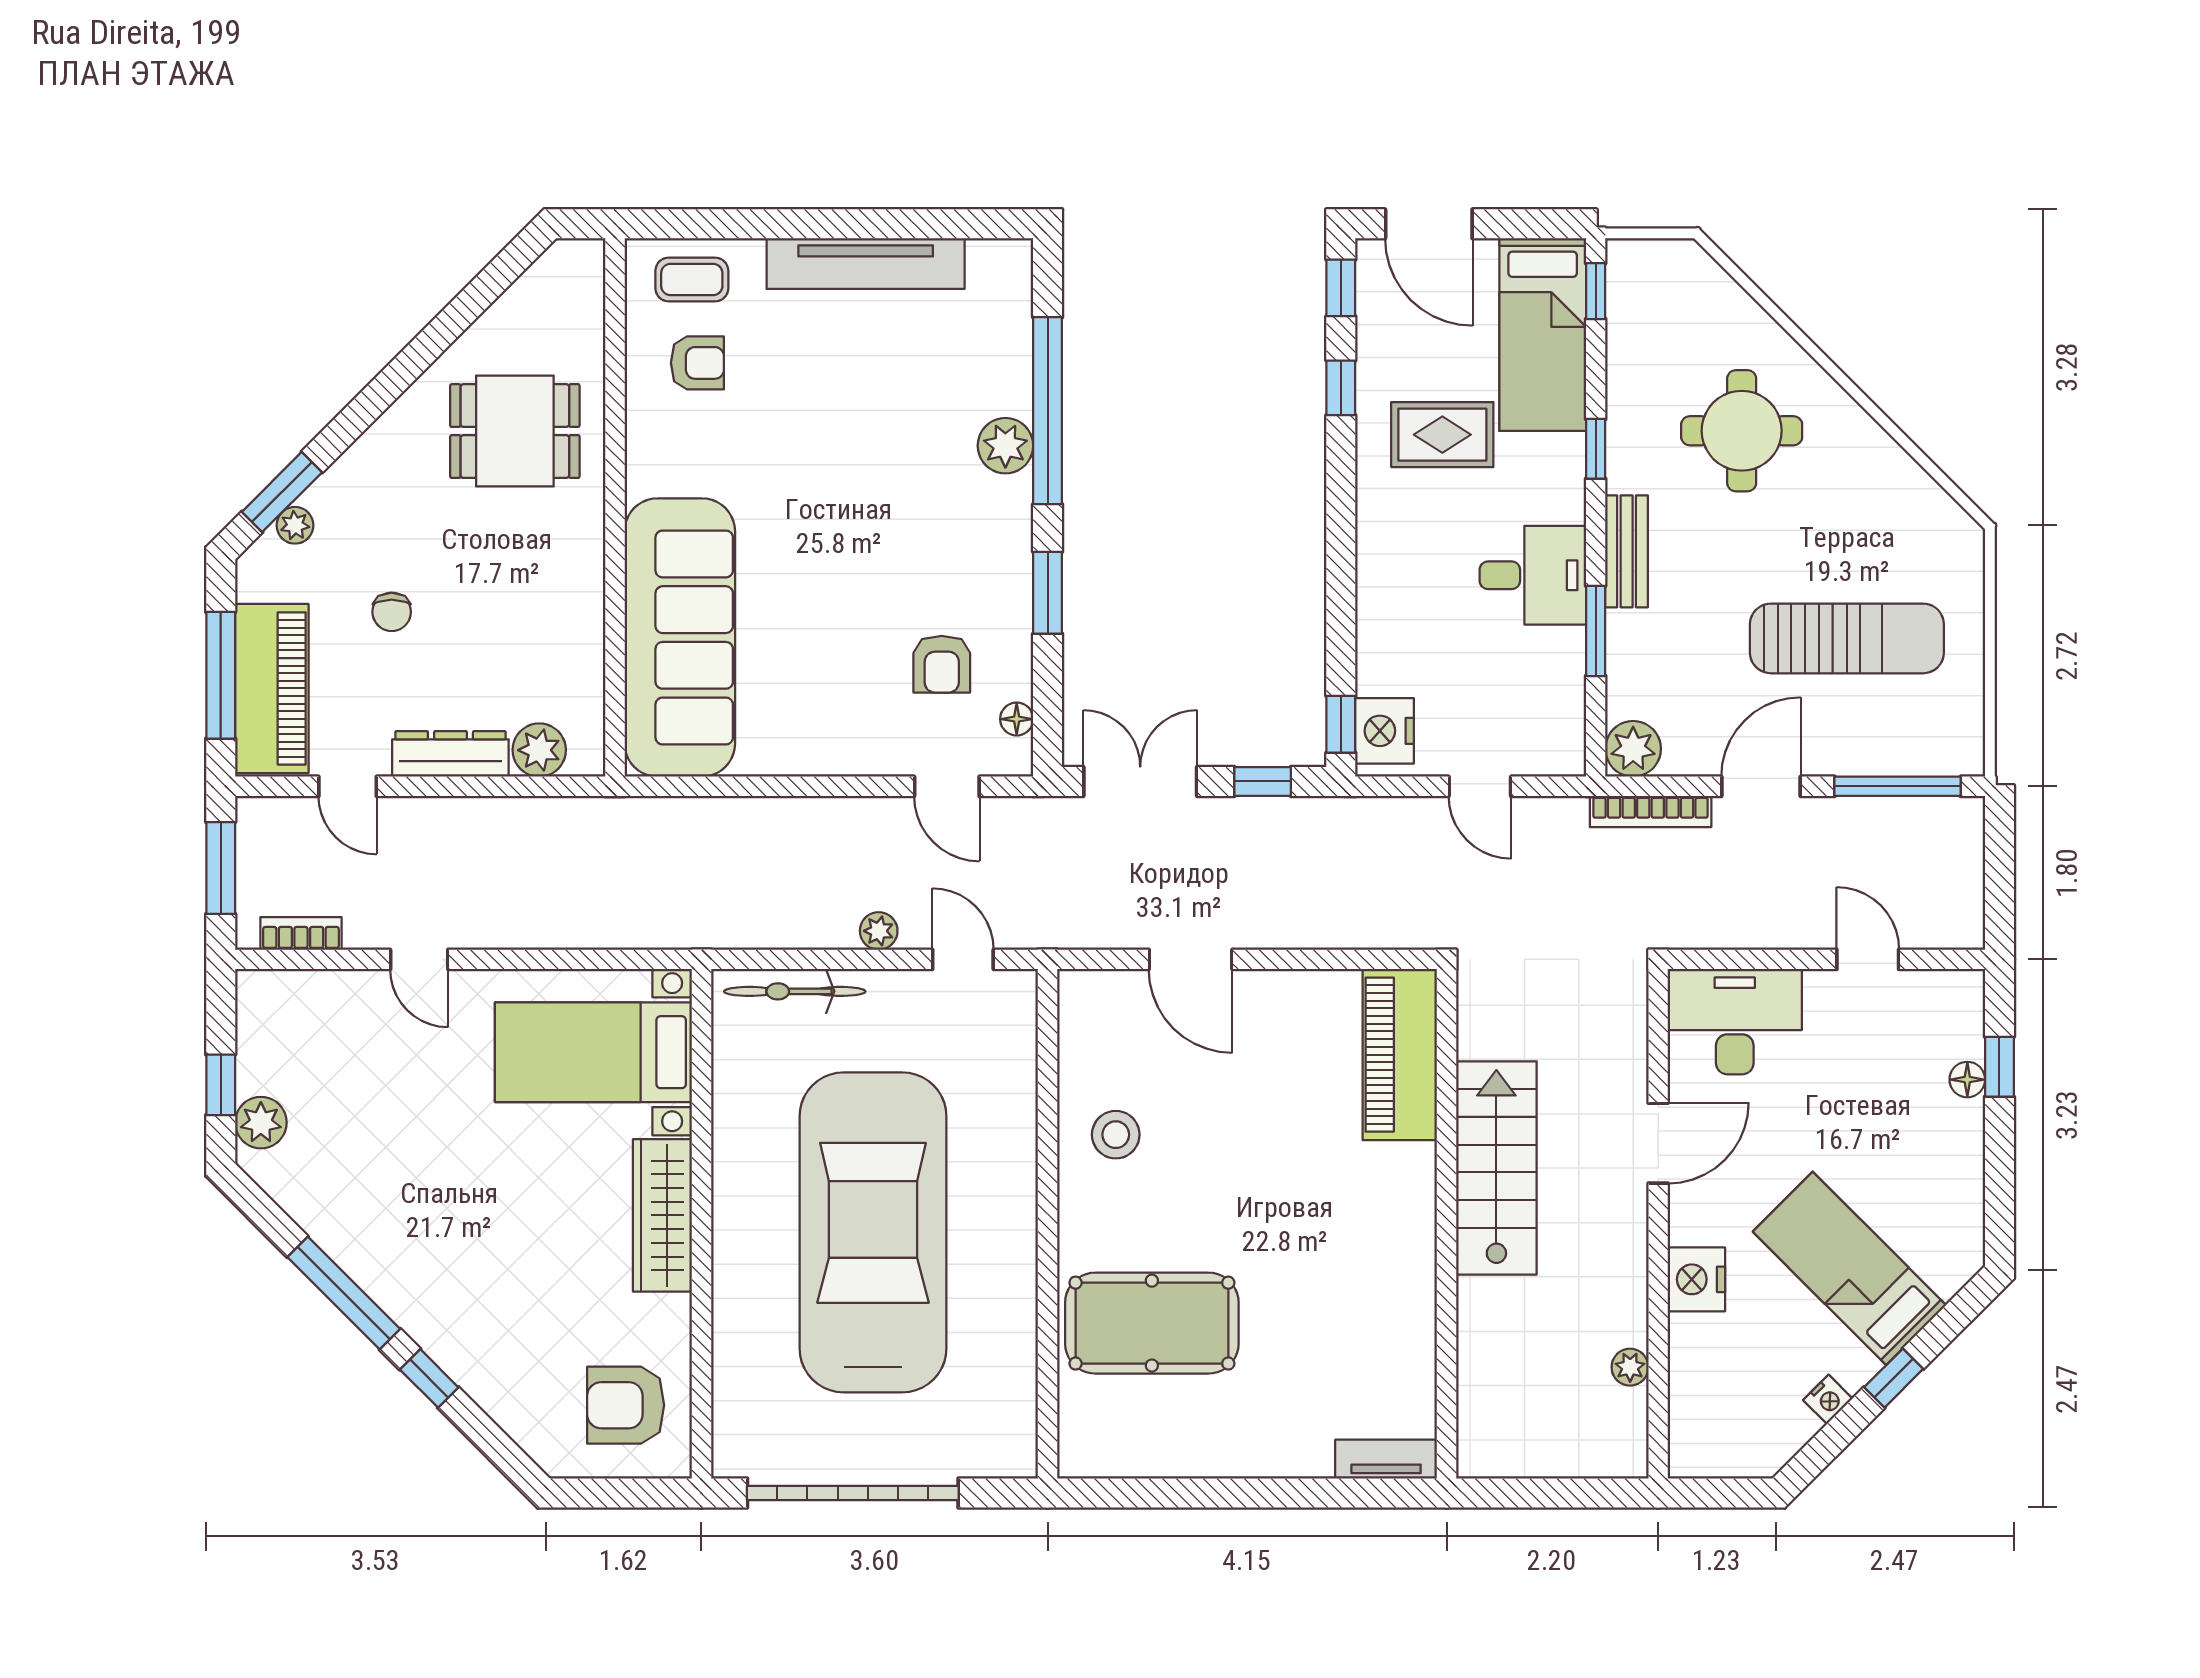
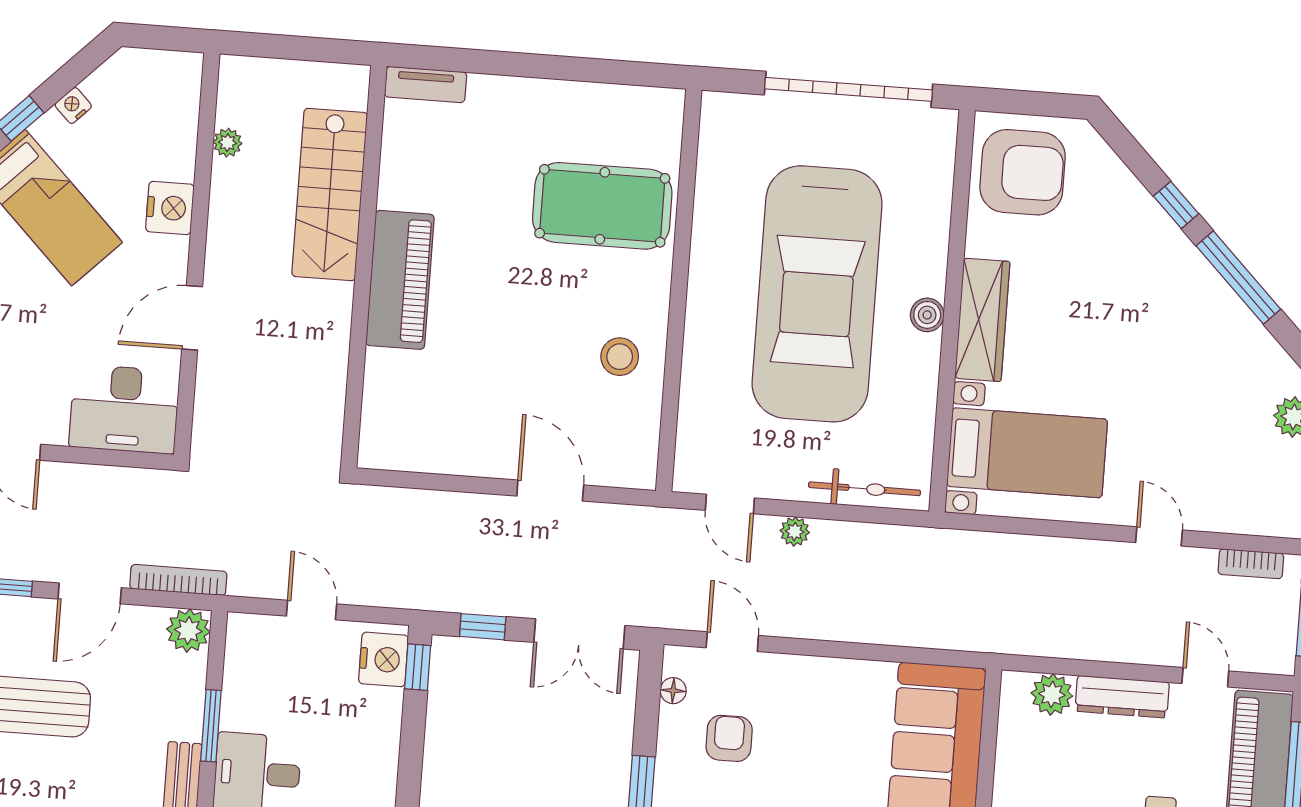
piano: (1400, 1055) -> (400, 280), moved
stairs: (1496, 1168) -> (330, 194), moved
boiler: (732, 1216) -> (927, 315), added
armchair: (626, 1405) -> (1023, 172), width x1.36, depth x1.36

